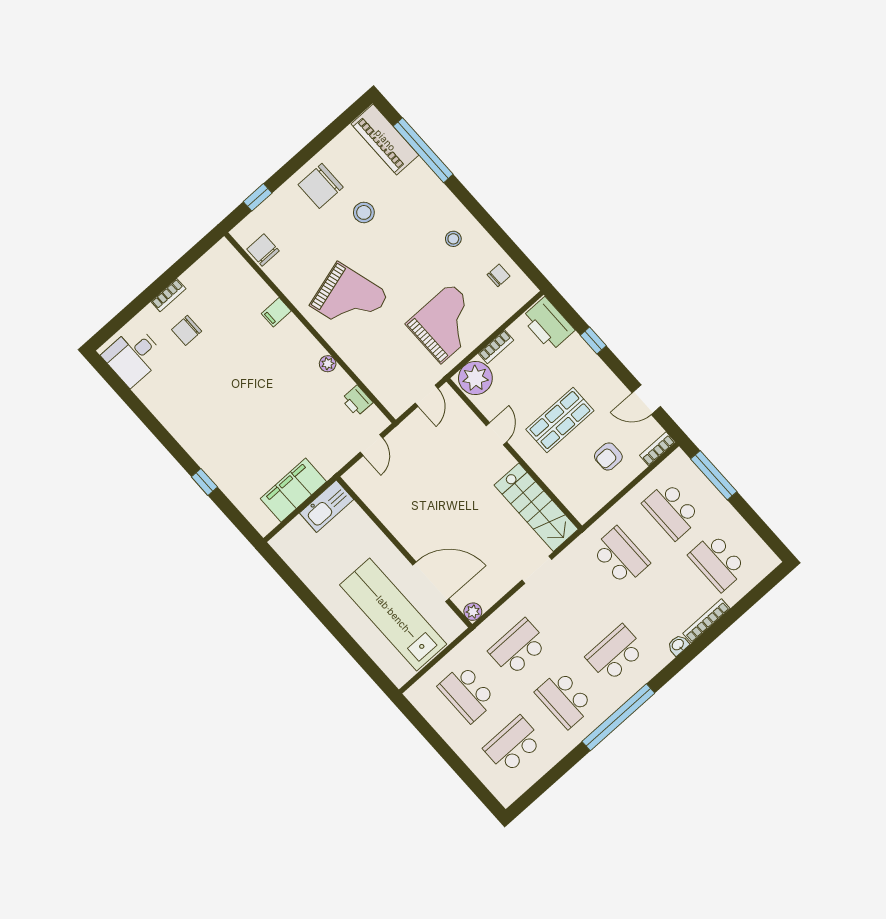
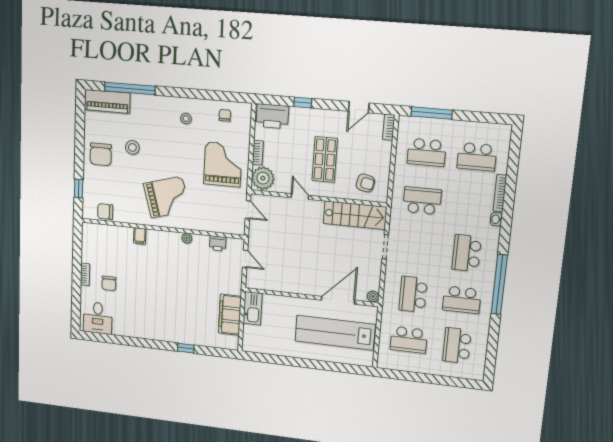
armchair: (608, 456) -> (365, 183), moved, turned -78

